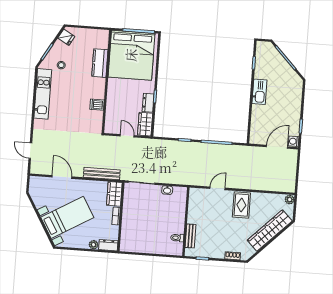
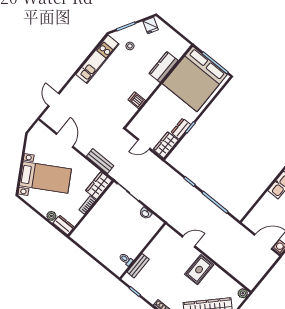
door: (127, 136) -> (144, 144), swing flipped
bench: (102, 174) -> (100, 161), width x0.73

